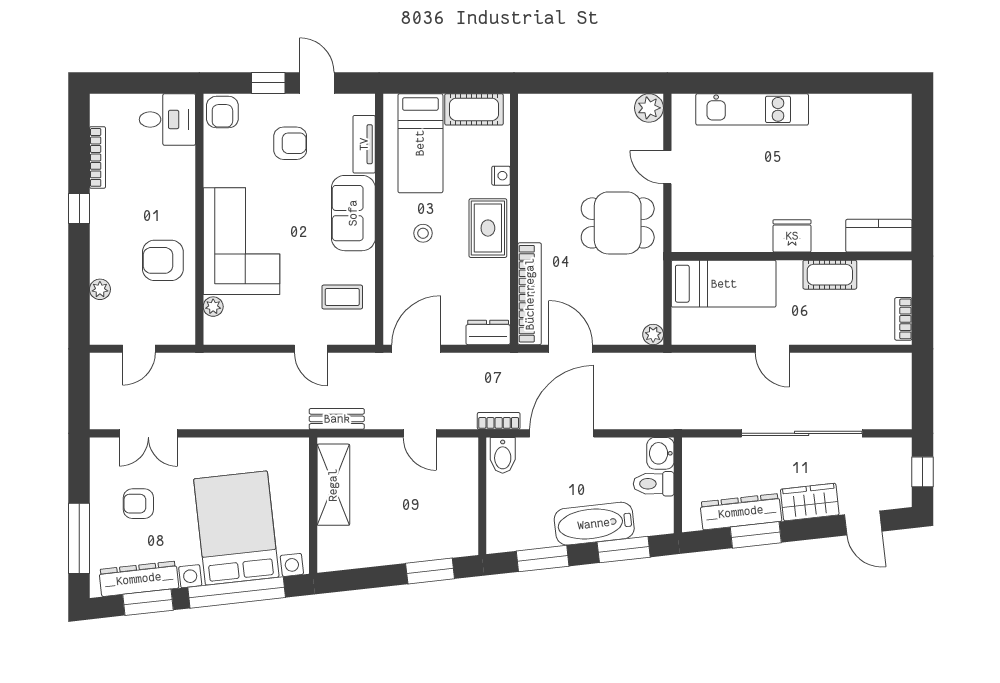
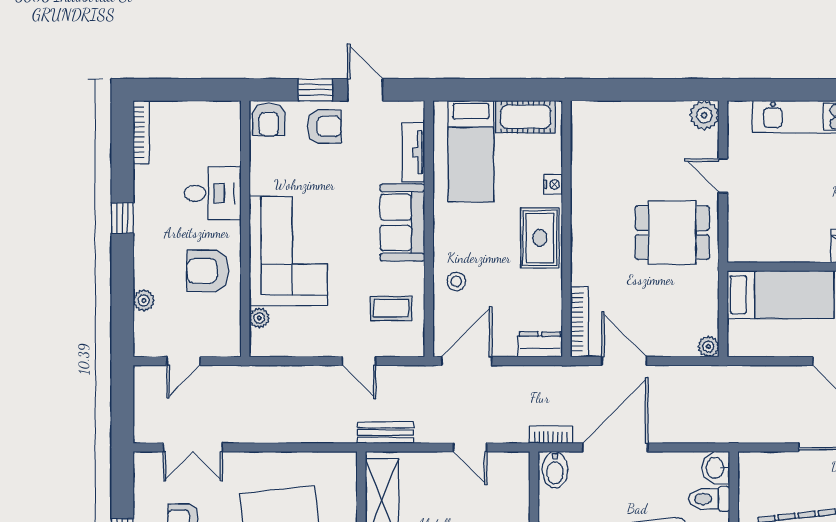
desk: (167, 119) -> (213, 193), moved
armchair: (290, 143) -> (324, 126), moved
bookcase: (98, 157) -> (141, 132), moved
stool: (423, 233) -> (456, 281), moved
bookcase: (530, 294) -> (579, 322), width x0.68, depth x0.76

